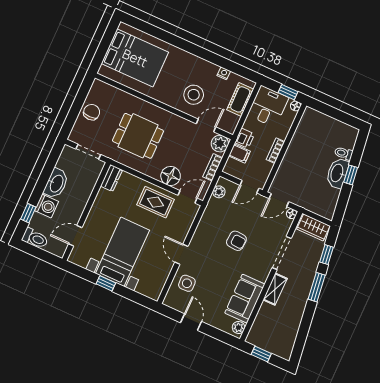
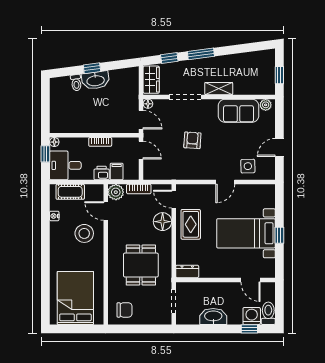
chair: (92, 112) -> (124, 310), moved, turned 180
plant: (219, 192) -> (157, 174), removed
washing machine: (46, 206) -> (252, 316), moved

